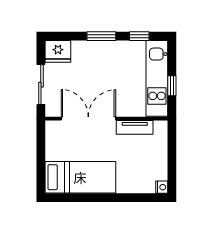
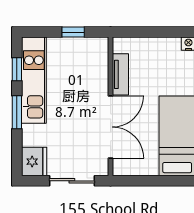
kitchen unit: (157, 78) -> (34, 80), moved, turned -90
double door: (88, 119) -> (111, 127), swing flipped

